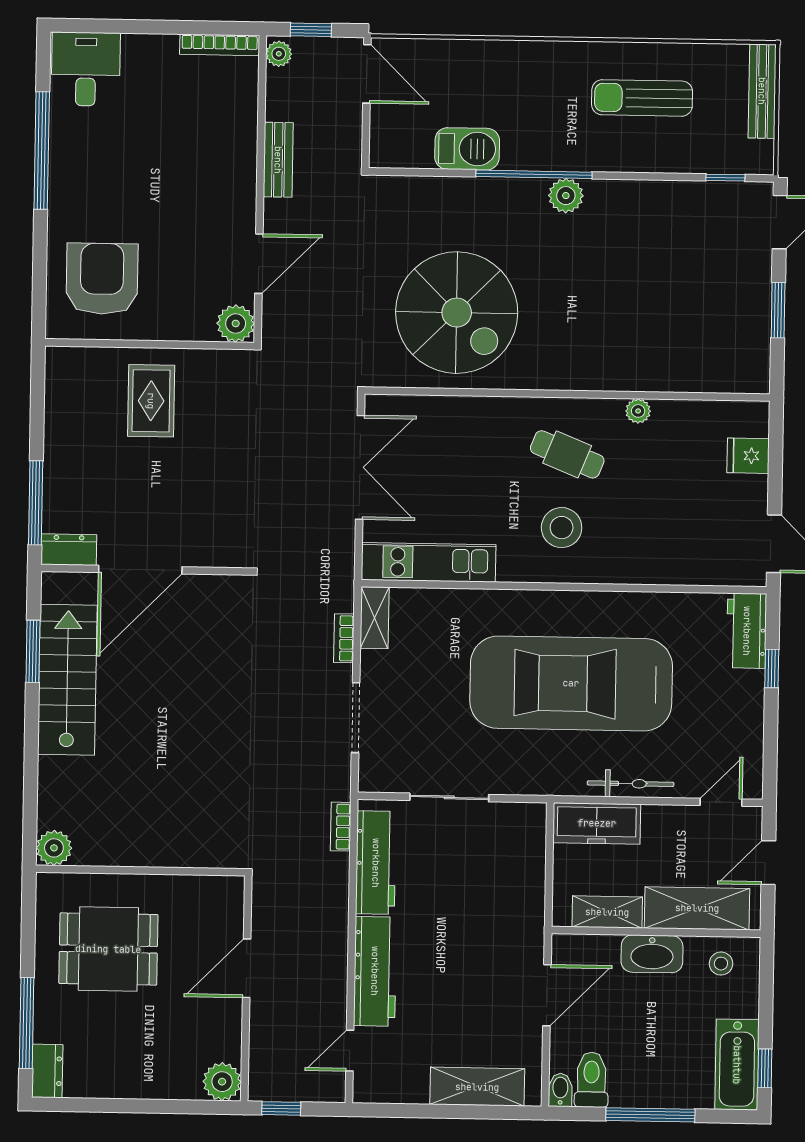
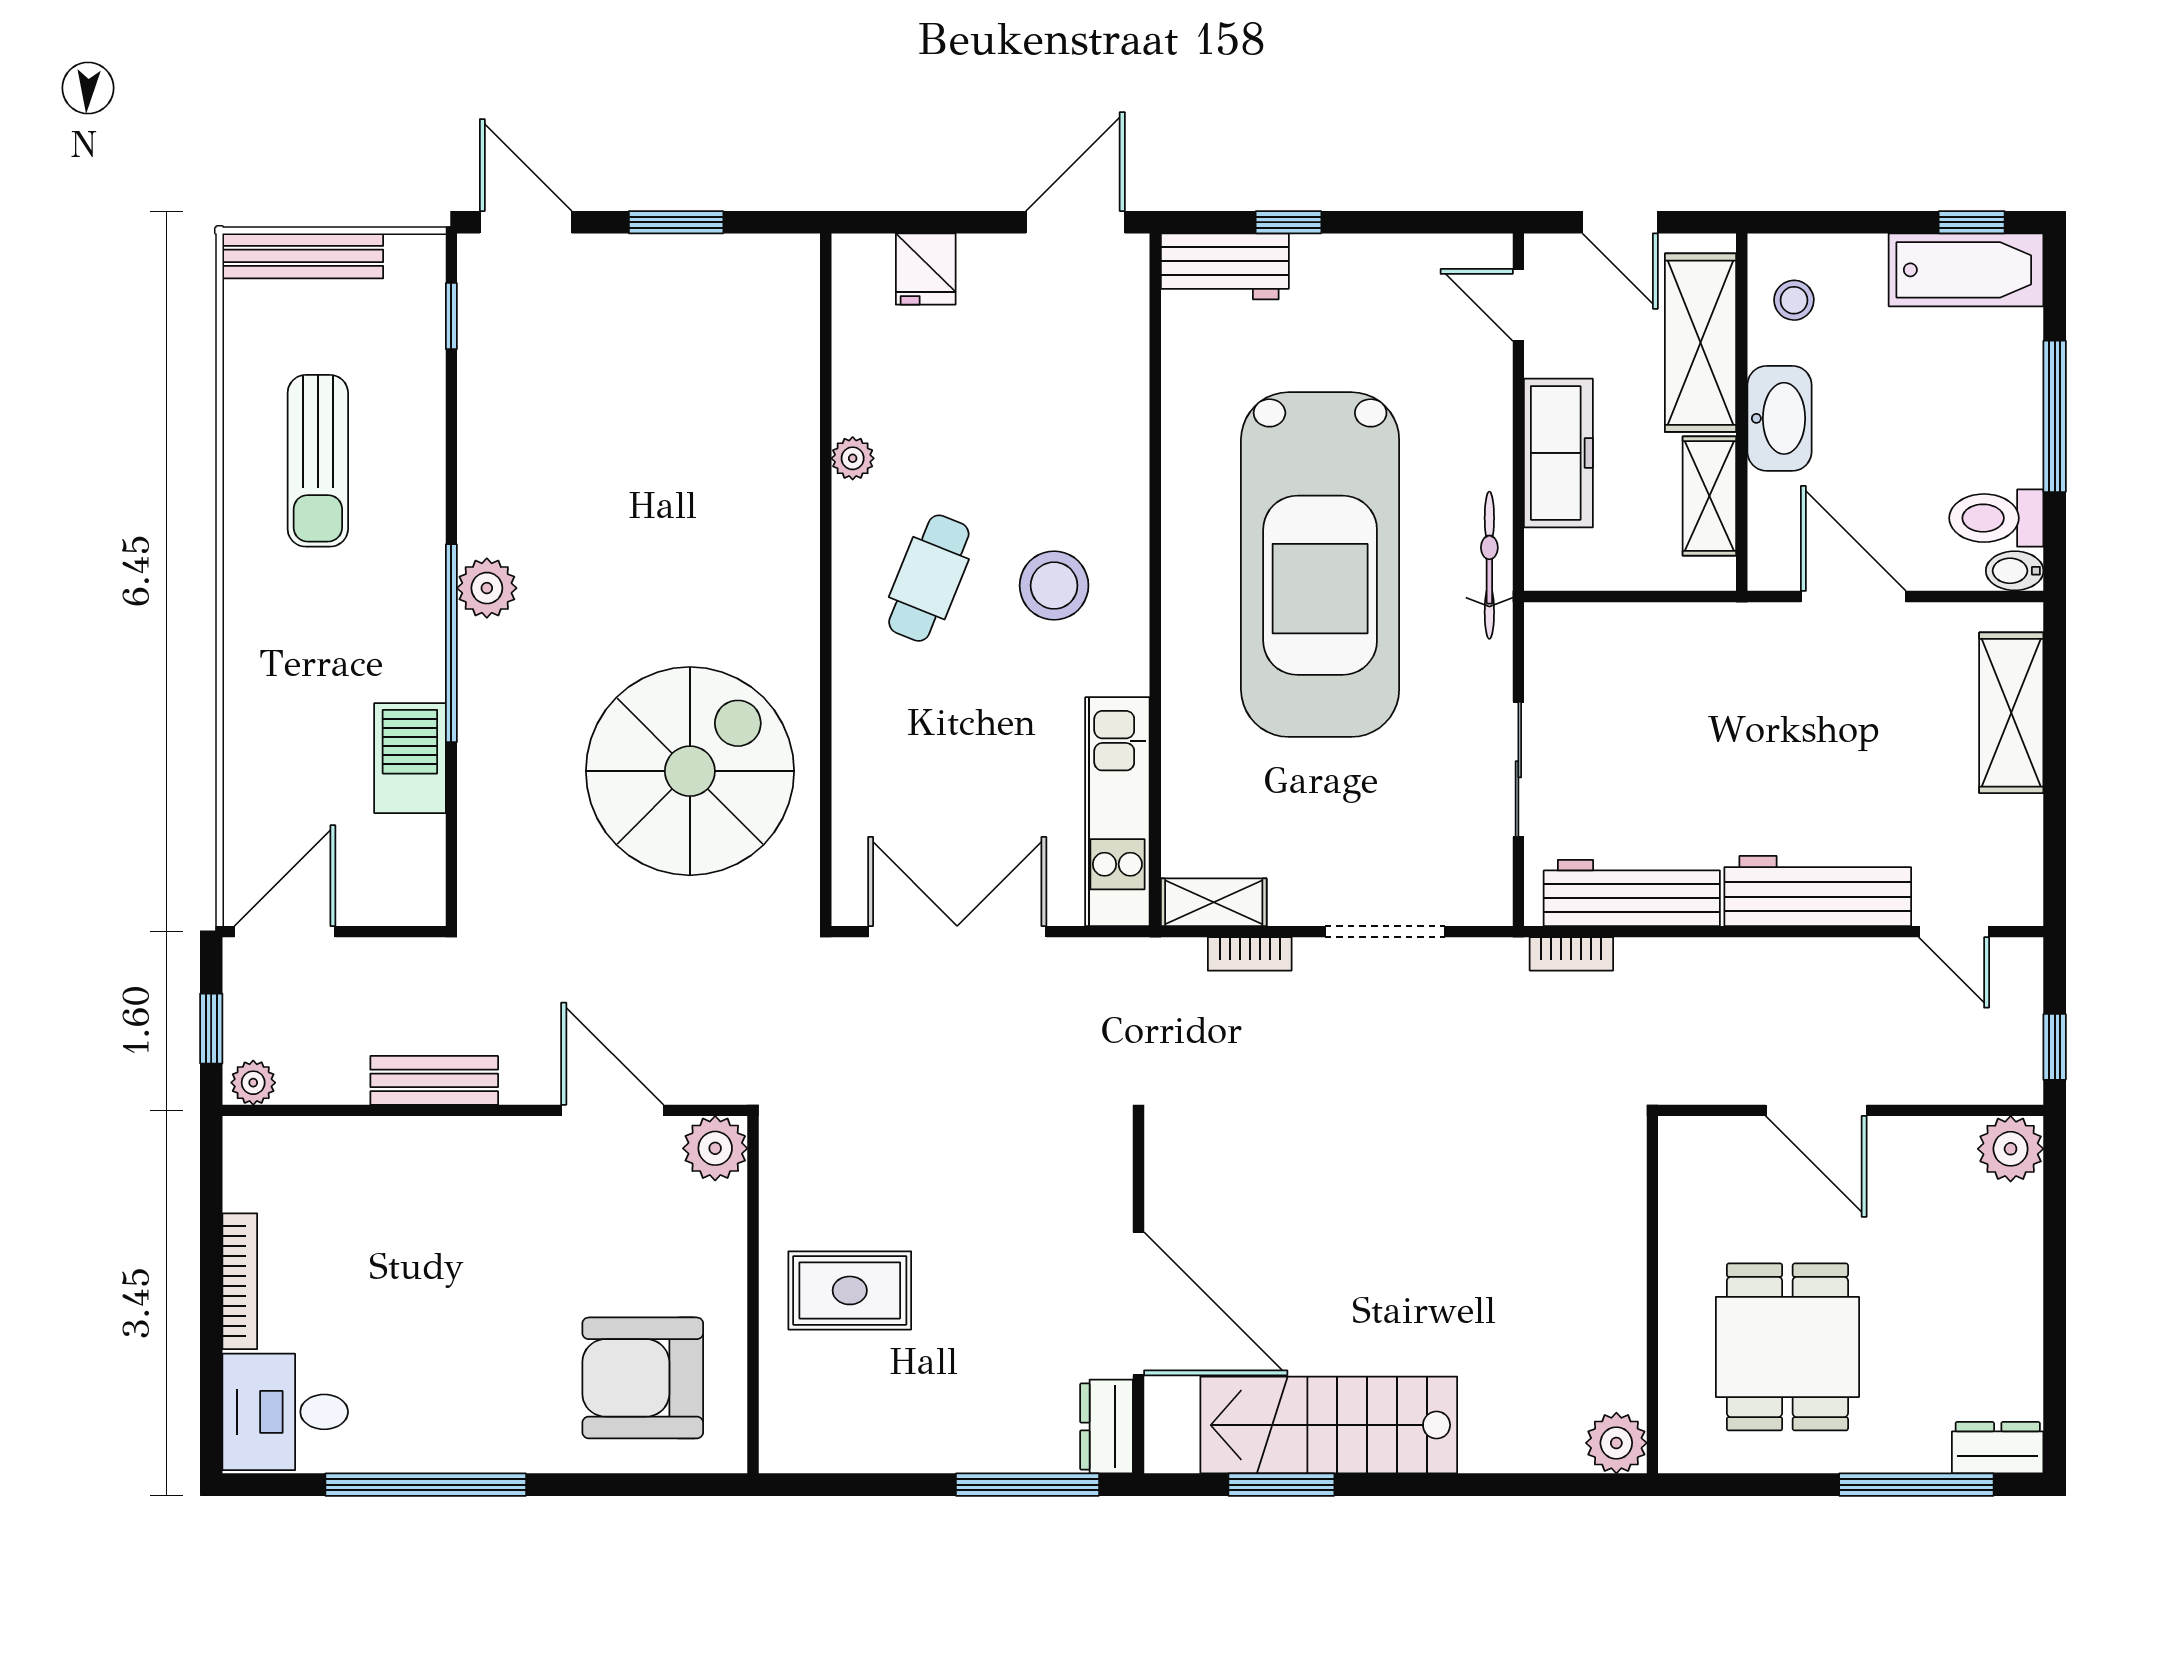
bookcase: (220, 45) -> (240, 1281), moved
bicycle: (631, 784) -> (1489, 565), moved
freezer: (597, 823) -> (1558, 453), moved

